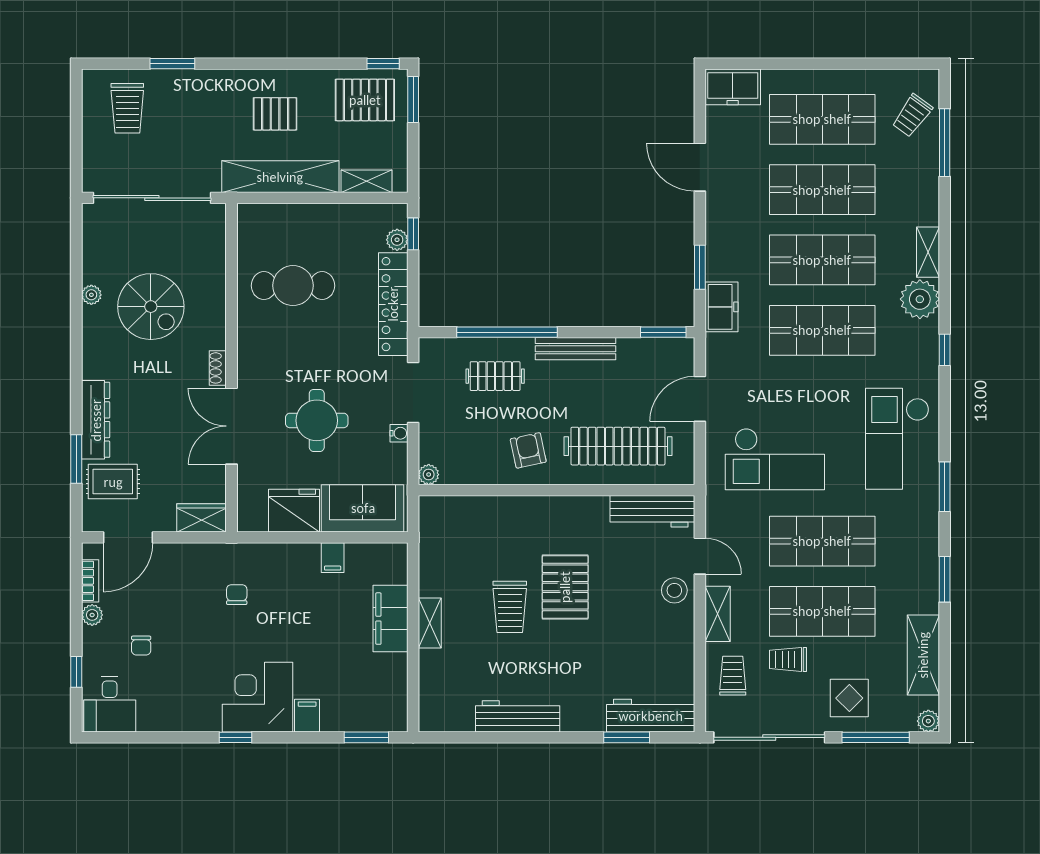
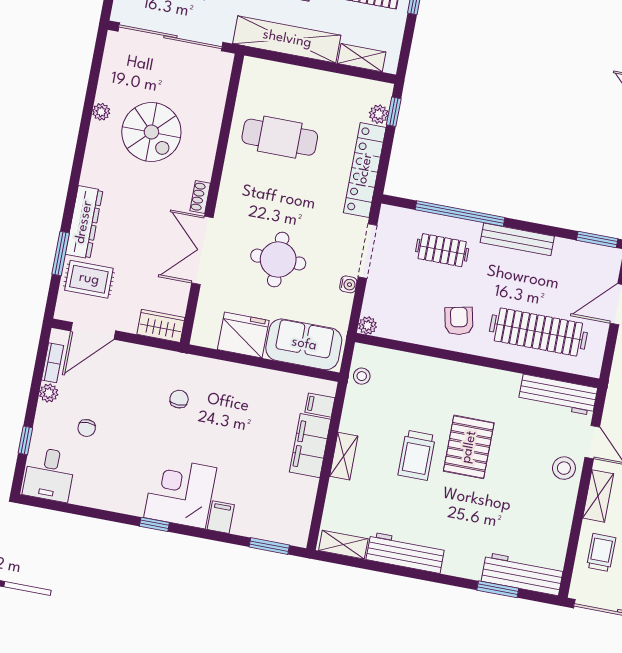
stool: (433, 531) -> (362, 376), added
filing cabinet: (333, 558) -> (320, 405), moved, turned 90
shelving: (448, 720) -> (343, 545), added

